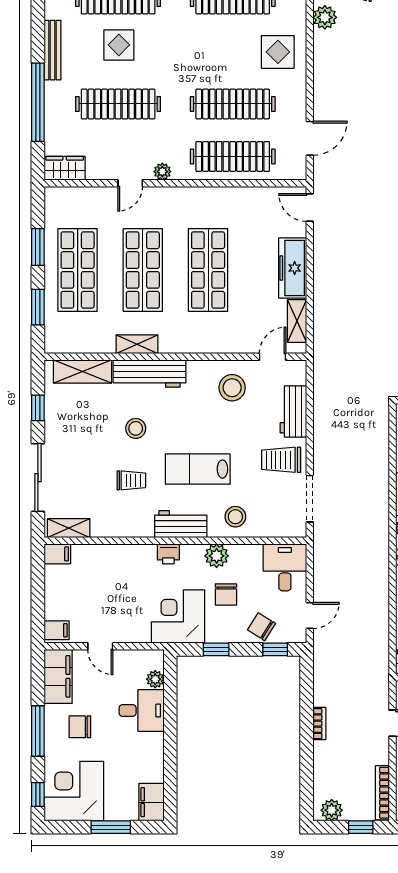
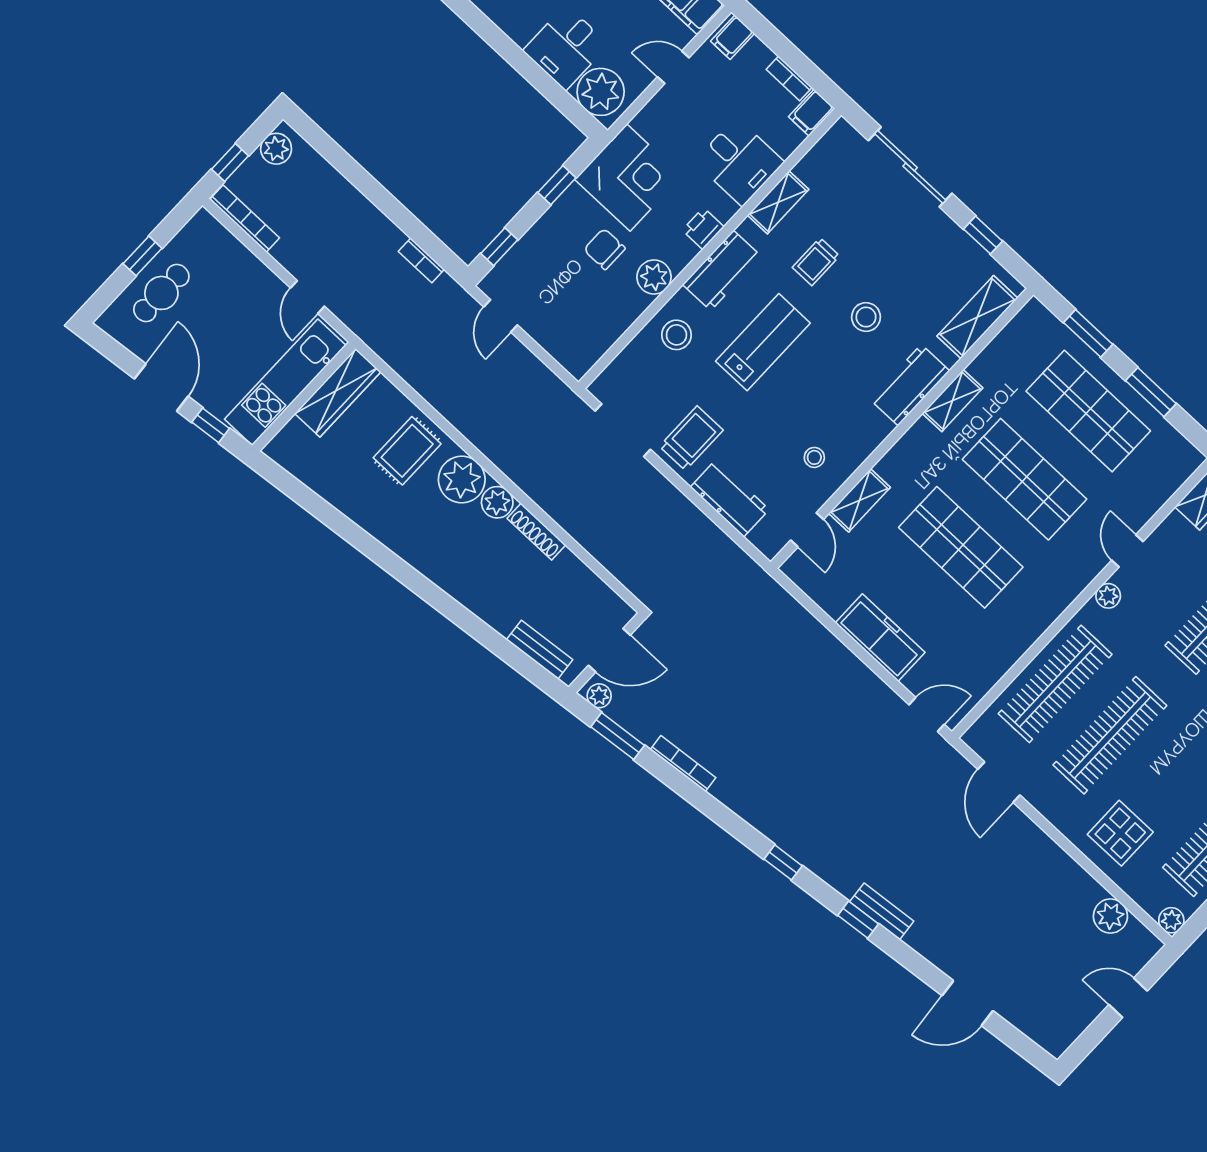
shelving: (297, 321) -> (860, 500), moved, turned 90
workbench: (150, 374) -> (910, 385), width x0.73
stool: (232, 388) -> (814, 457), width x0.53, depth x0.53
shelving: (69, 528) -> (778, 202), moved
desk: (285, 567) -> (739, 162), moved
bookcase: (51, 582) -> (789, 78), added
chair: (261, 627) -> (536, 255), removed
plant: (155, 679) -> (601, 92), width x1.88, depth x1.88
bookcase: (319, 724) -> (421, 260), moved

